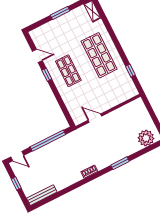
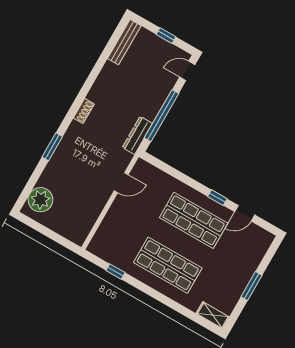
shop shelf: (68, 71) -> (194, 220), width x1.43, depth x1.36
dresser: (69, 138) -> (137, 135), added

